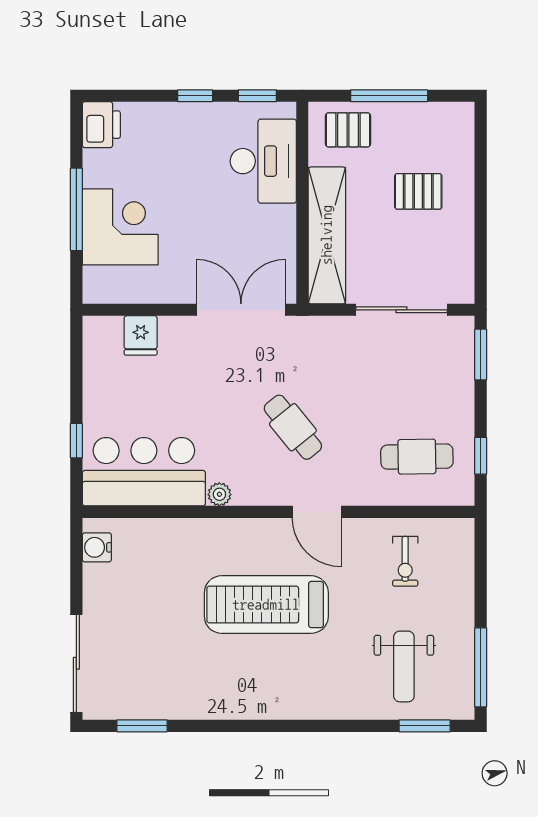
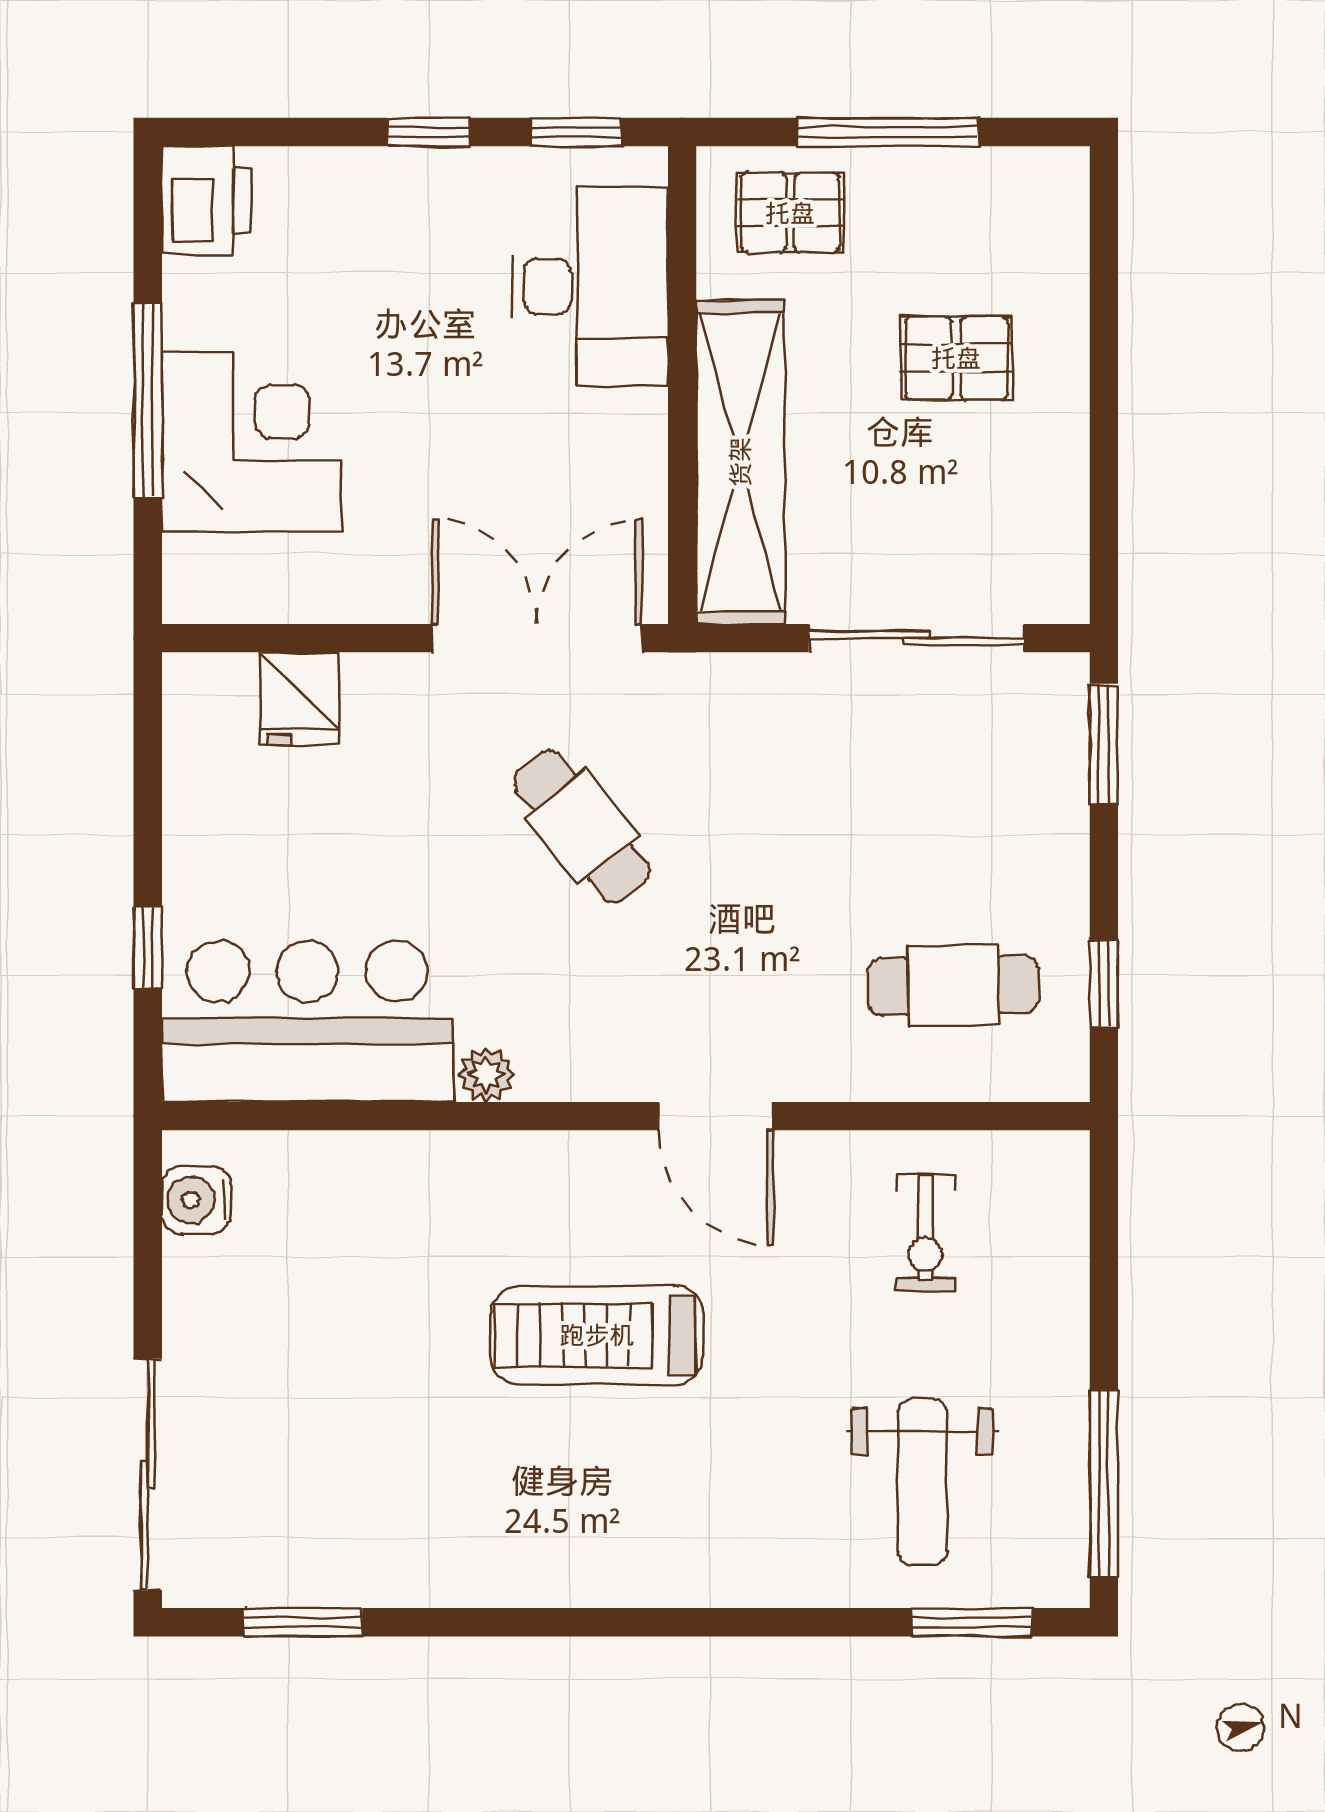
cafe table: (293, 427) -> (582, 826), moved
treadmill: (266, 605) -> (597, 1335), width x0.73, depth x0.73

